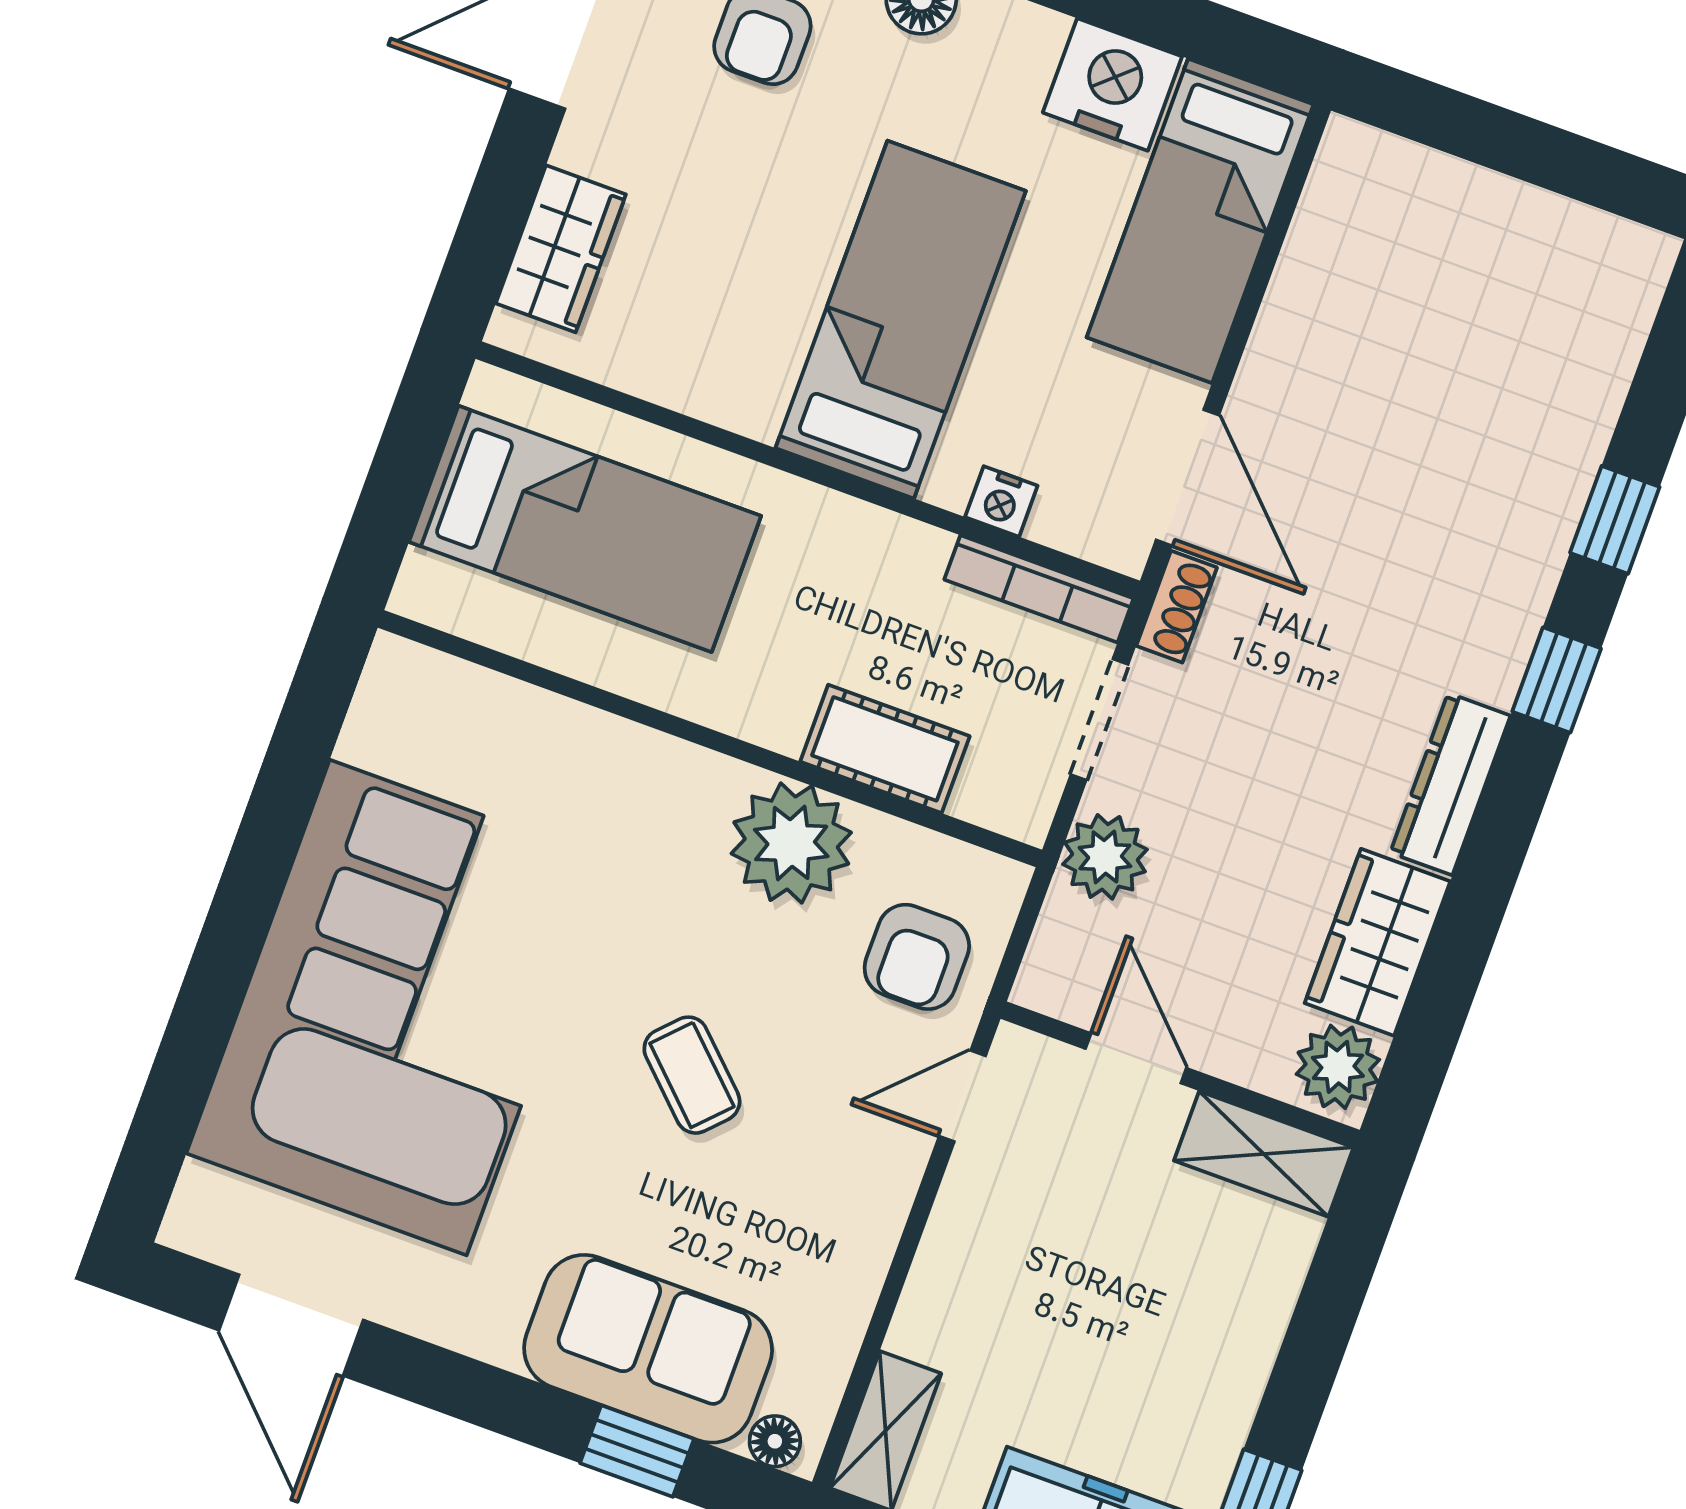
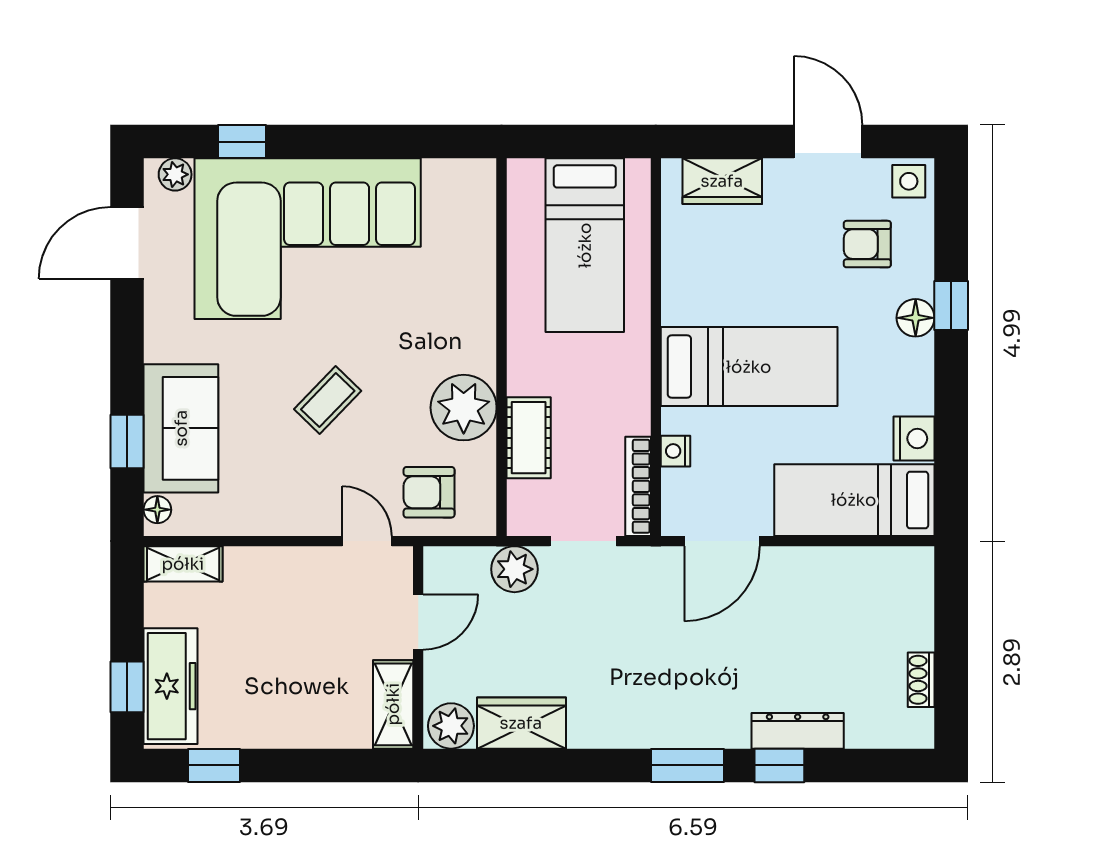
nightstand: (1112, 84) -> (914, 438), width x0.74, depth x0.75
shoe rack: (1177, 607) -> (921, 680), moved, turned 90
window: (1557, 680) -> (687, 765), width x1.50
dresser: (1450, 784) -> (798, 731), moved
window: (187, 1060) -> (242, 142), added
plant: (202, 1198) -> (175, 174), added

